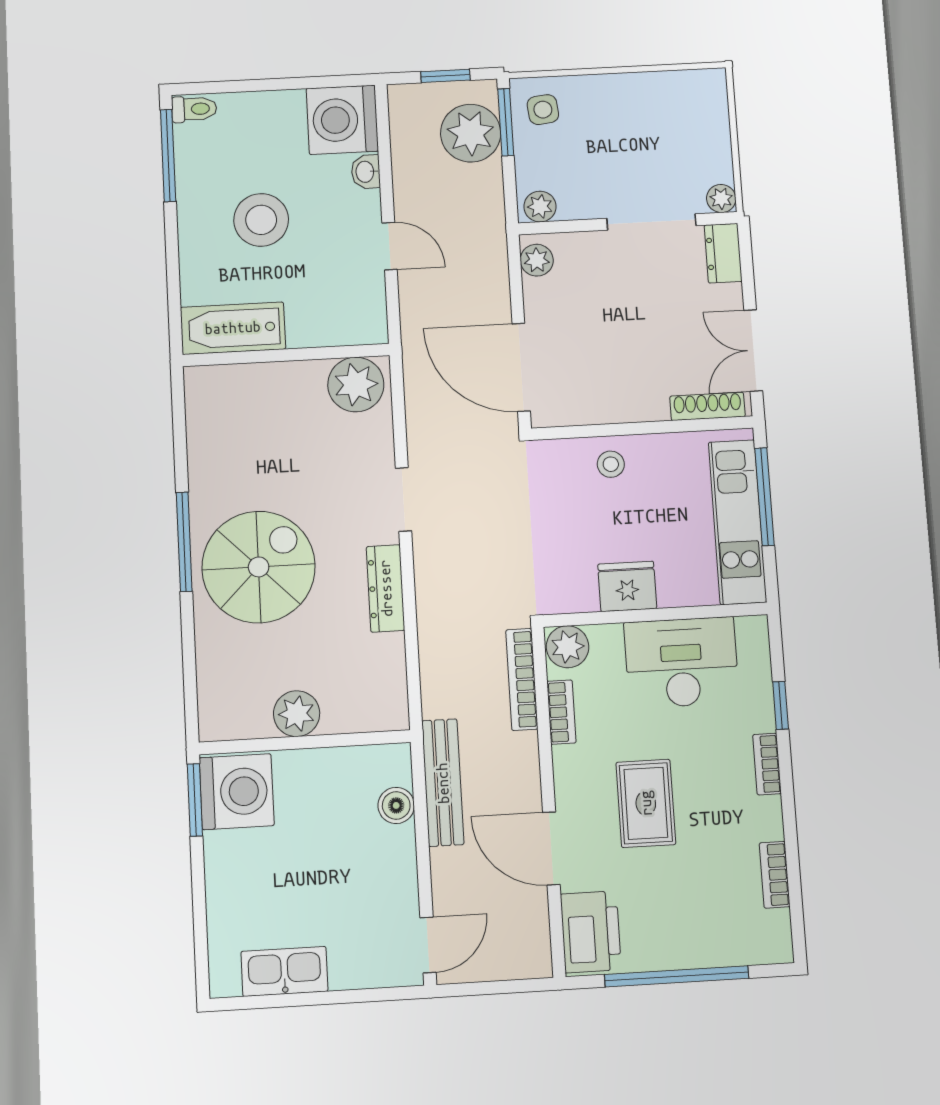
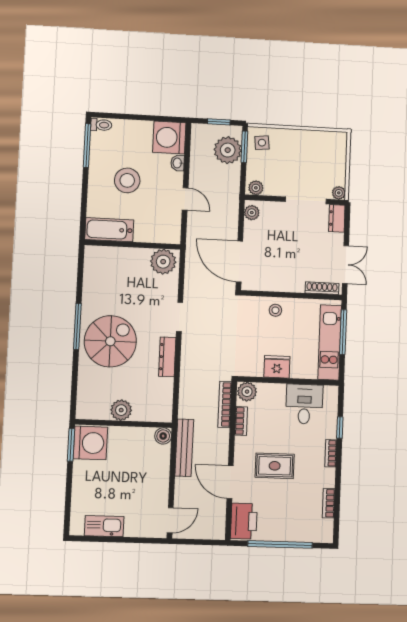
double door: (753, 351) -> (346, 265), swing flipped
desk: (681, 662) -> (304, 404), width x0.73
rug: (646, 803) -> (275, 466), turned 90
boiler: (396, 805) -> (163, 436), moved

